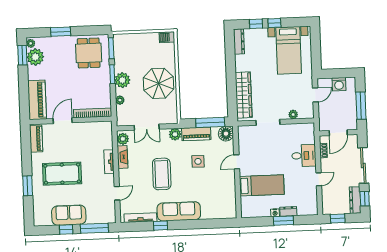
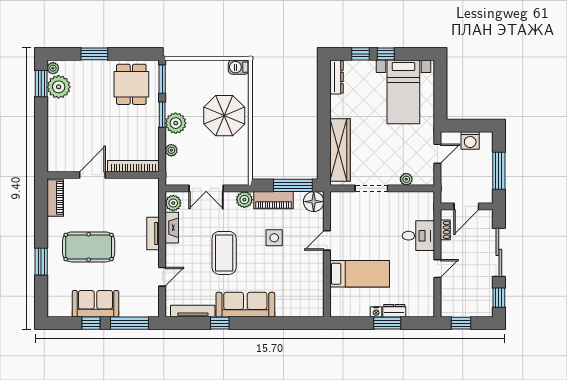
parasol: (158, 83) -> (224, 116), moved
piano: (37, 100) -> (59, 145), removed
dresser: (355, 200) -> (486, 299), removed

